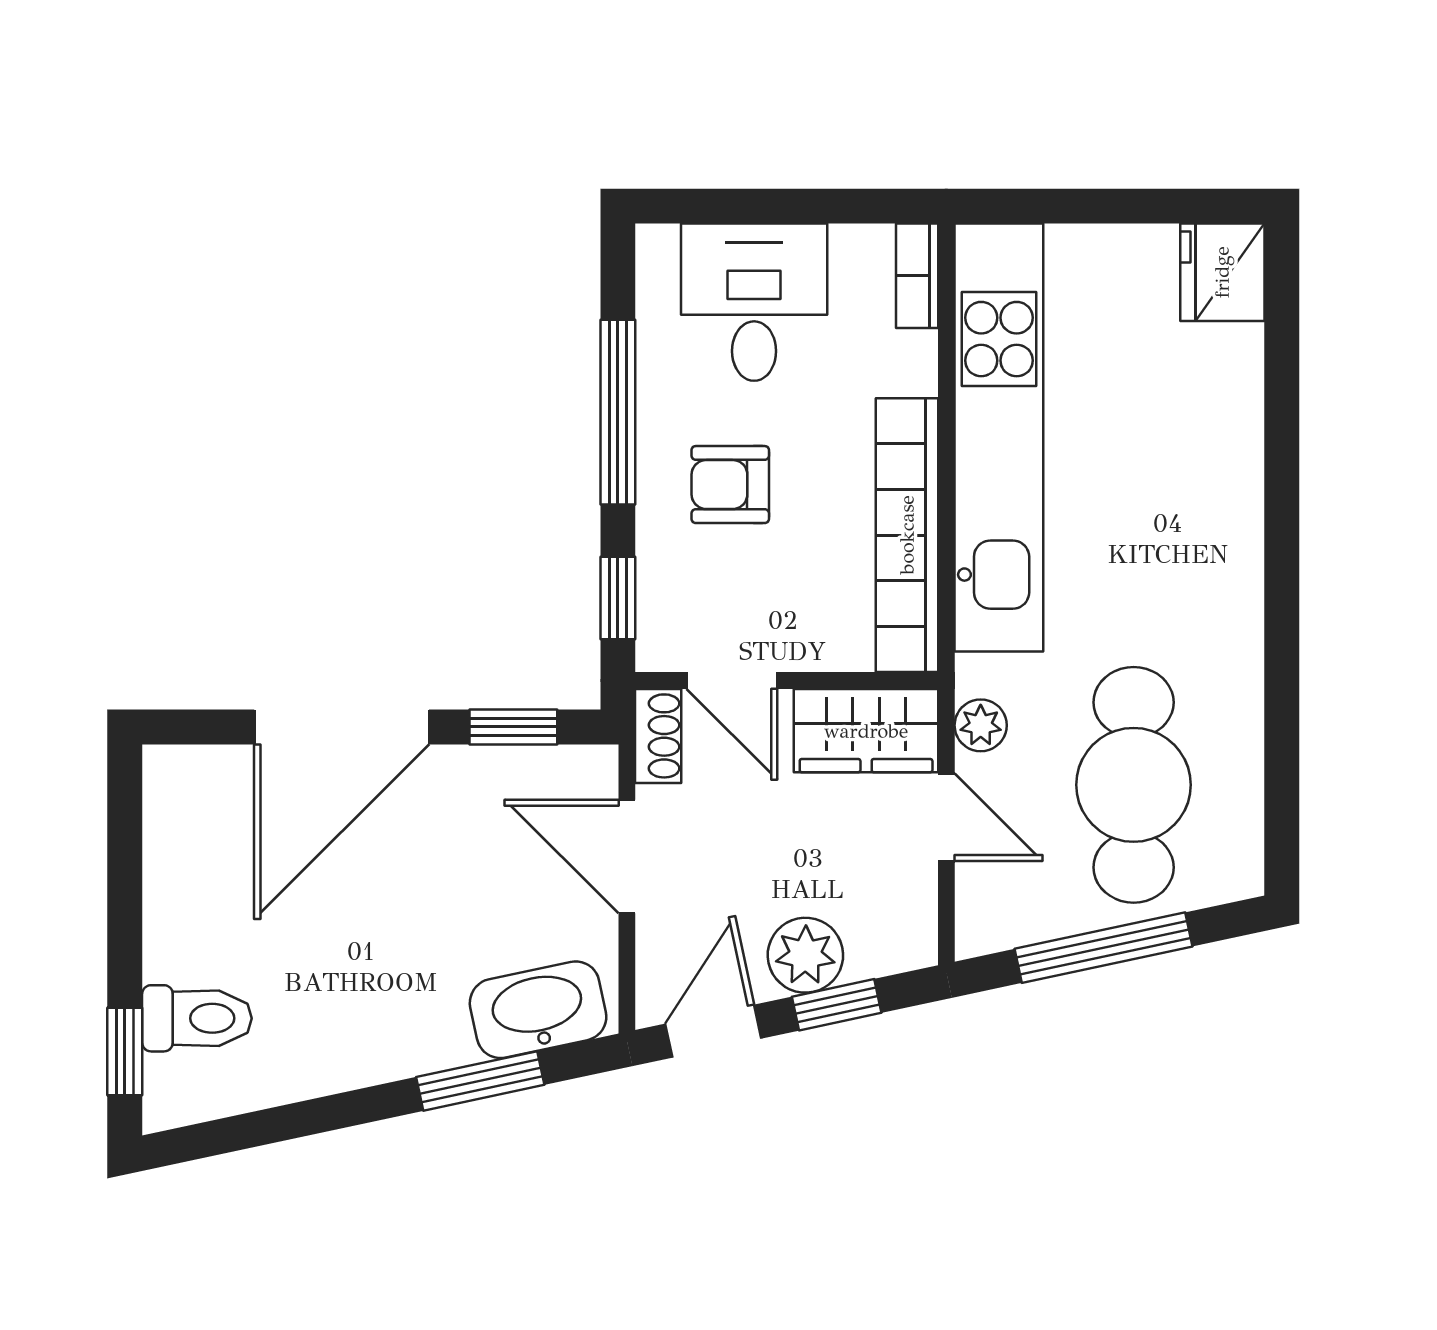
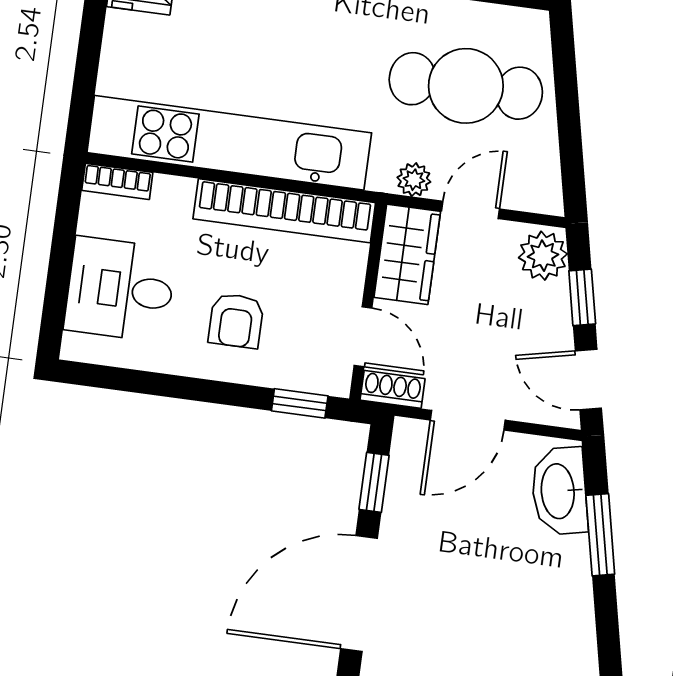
window: (618, 412) -> (179, 387), removed
door: (732, 680) -> (363, 337), hinge flipped
door: (342, 727) -> (359, 594), swing flipped
window: (1103, 948) -> (569, 120), removed
plant: (805, 955) -> (543, 256), moved

